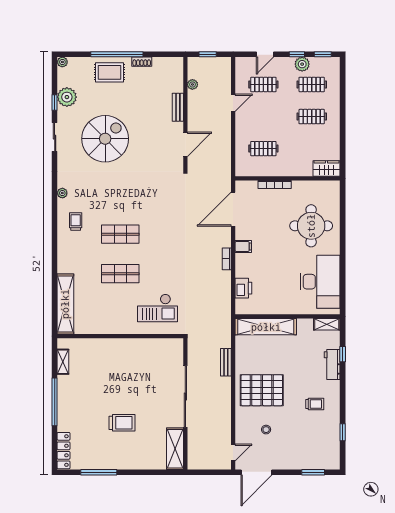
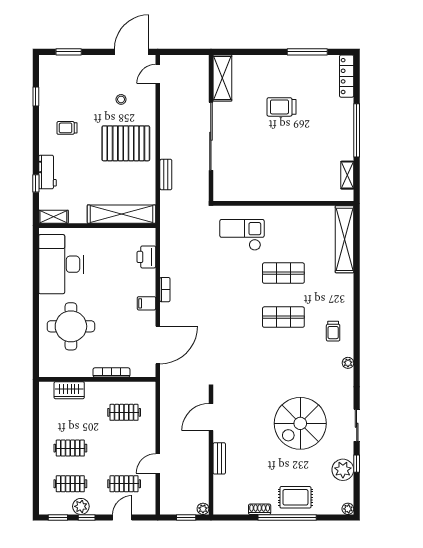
plant: (192, 84) -> (203, 509), moved
wardrobe: (327, 168) -> (69, 390), moved

